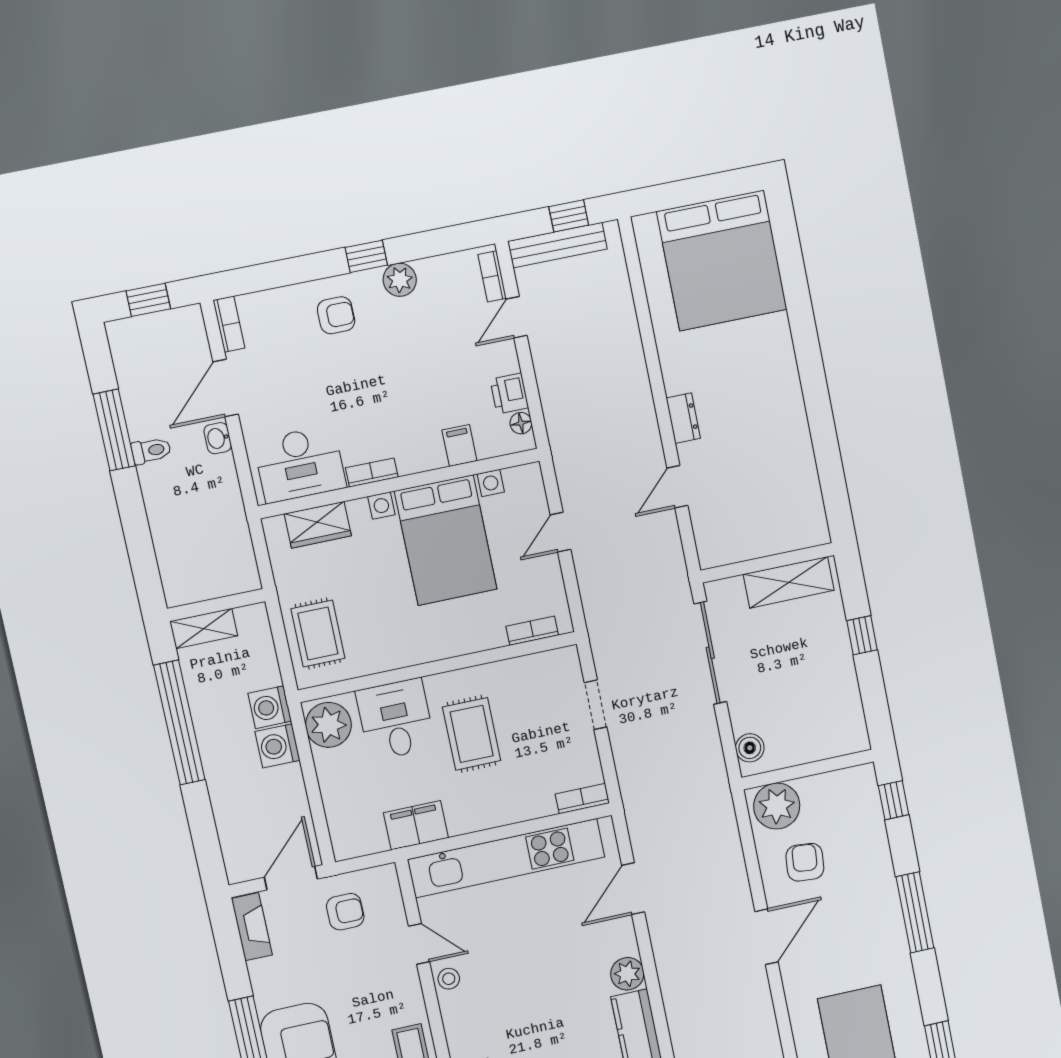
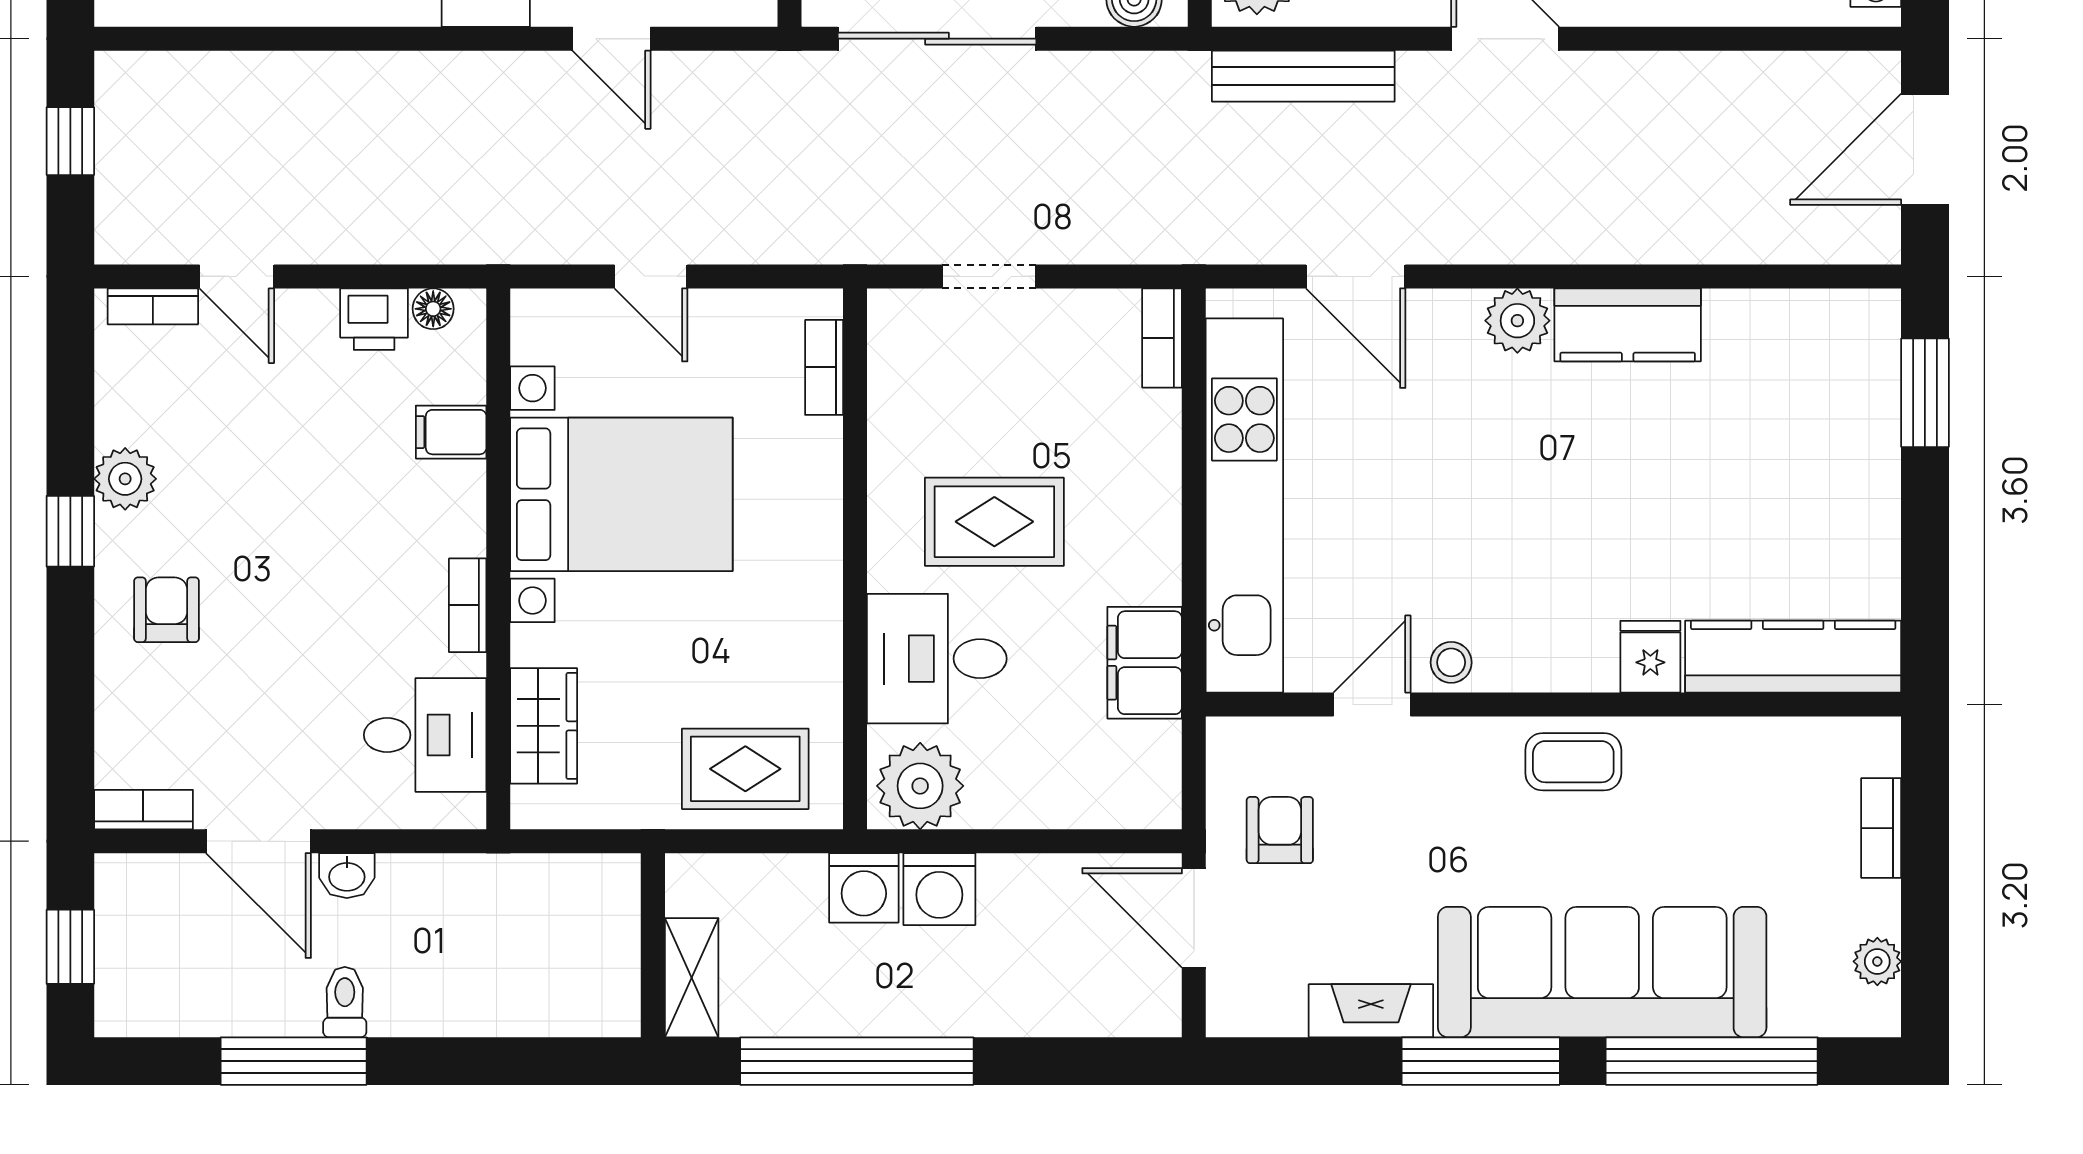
bench: (557, 245) -> (1303, 76), moved, turned 90
desk: (300, 464) -> (425, 735), width x0.73
fireplace: (252, 927) -> (1371, 1011), moved

